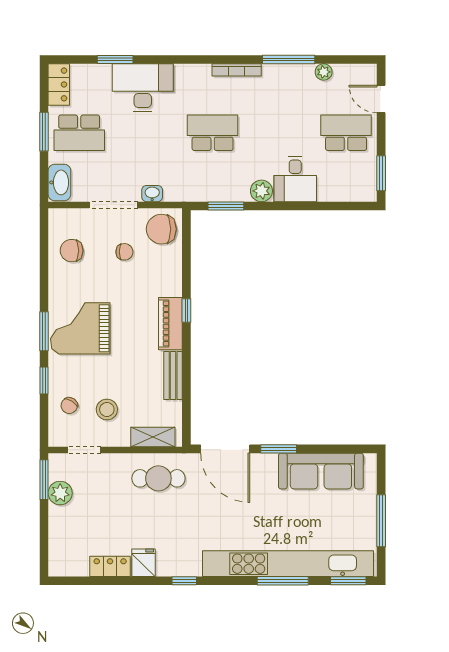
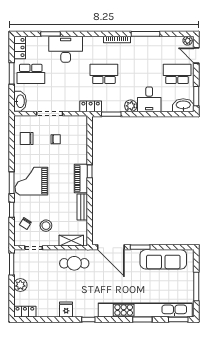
plant: (324, 72) -> (188, 41), moved
locker: (188, 192) -> (91, 106), added
washbasin: (152, 194) -> (183, 105), moved, width x1.91, depth x1.45
chair: (161, 229) -> (76, 127), removed
plant: (60, 493) -> (20, 285), moved
locker: (110, 566) -> (25, 312), moved
window: (283, 581) -> (142, 319), width x0.69

